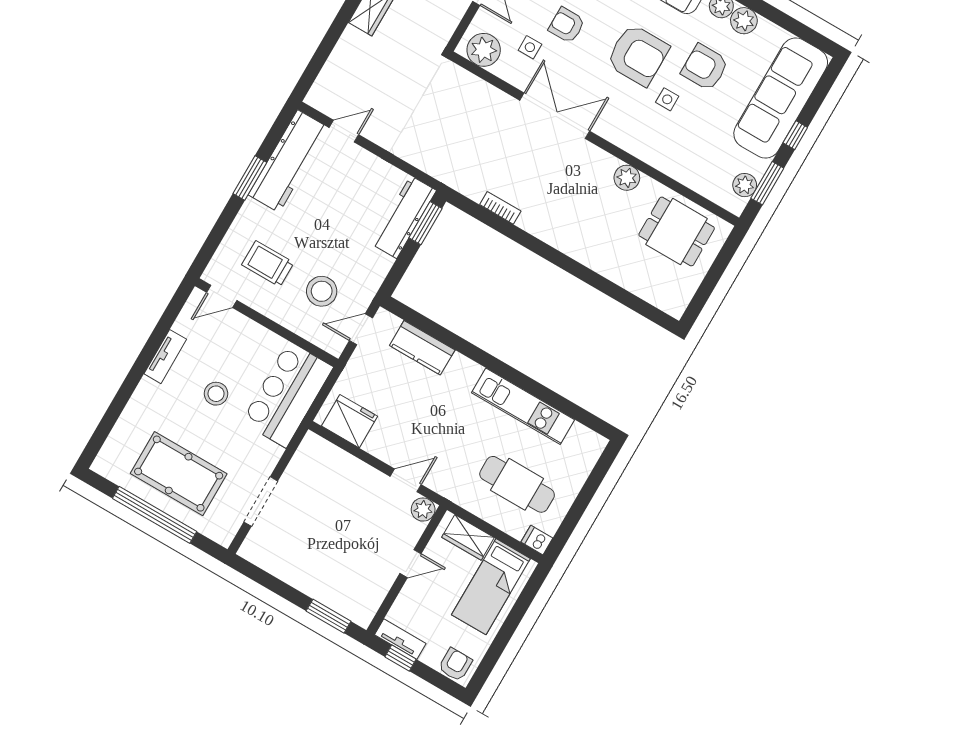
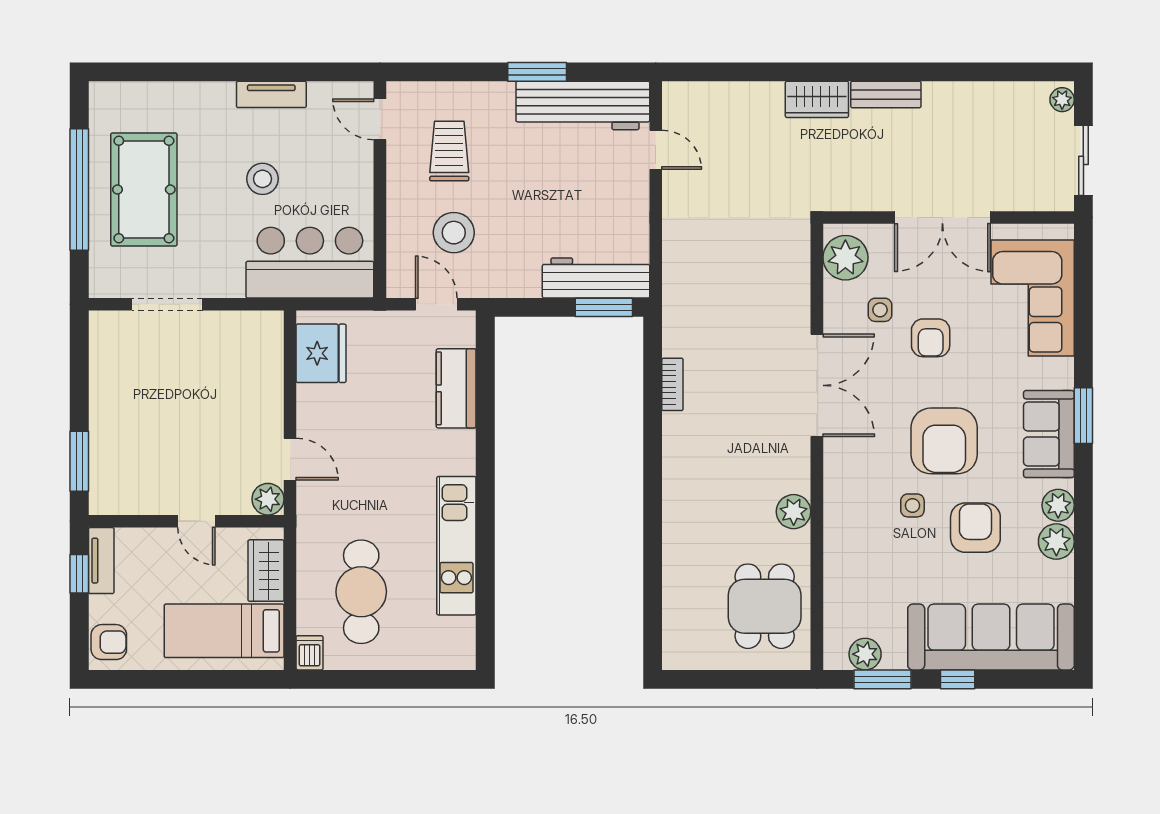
armchair: (567, 25) -> (931, 338), turned 180

